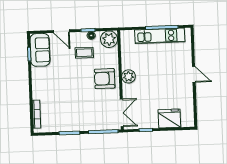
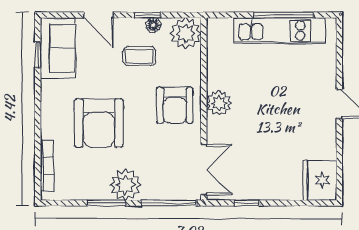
armchair: (105, 79) -> (175, 105), turned -90
armchair: (64, 90) -> (99, 123), added
fridge: (169, 119) -> (320, 180), moved, turned -90
plant: (79, 123) -> (125, 185), added

